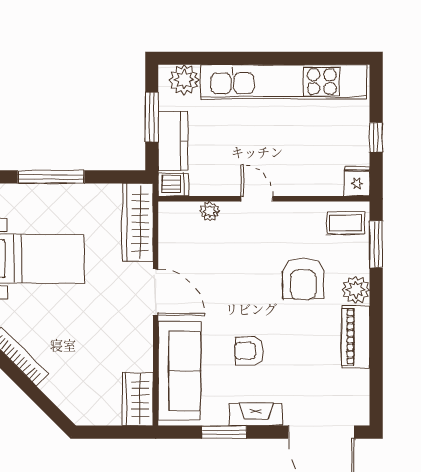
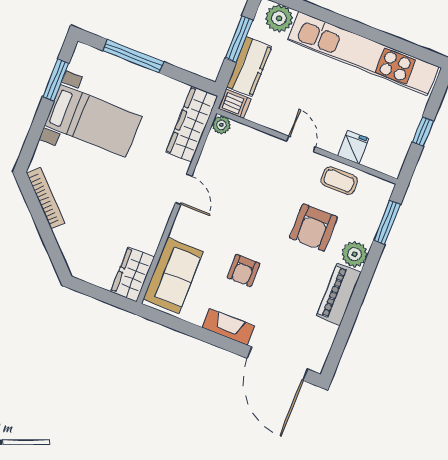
fridge: (357, 181) -> (353, 147), moved
plant: (210, 211) -> (221, 125), moved
coffee table: (346, 223) -> (339, 181), moved
door: (156, 292) -> (184, 189), width x0.73
armchair: (249, 351) -> (243, 271), turned -90
sofa: (179, 371) -> (173, 275), width x0.73
window: (224, 432) -> (195, 331), removed

